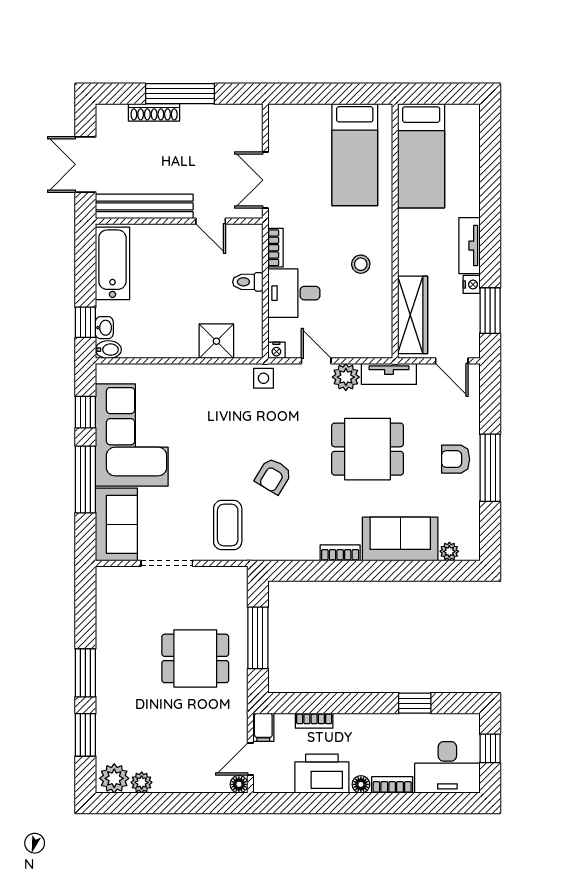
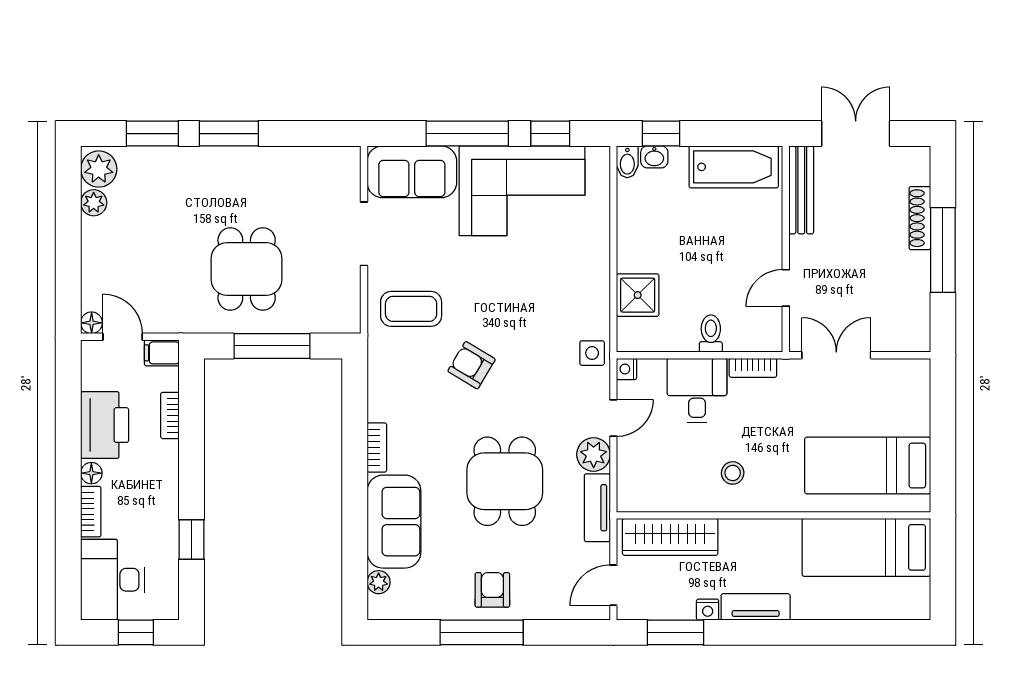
bench: (144, 206) -> (801, 190), width x0.73, depth x0.82

